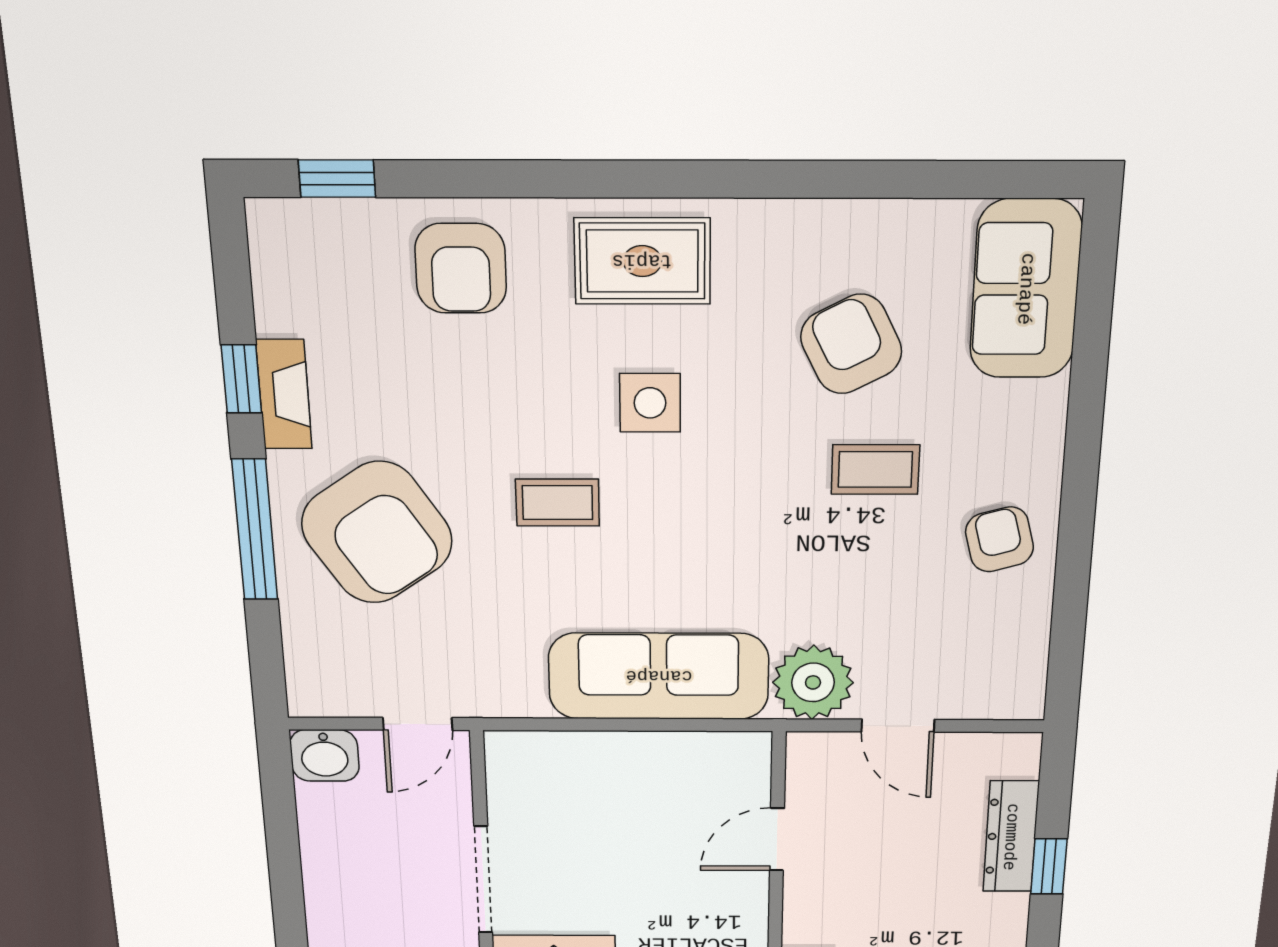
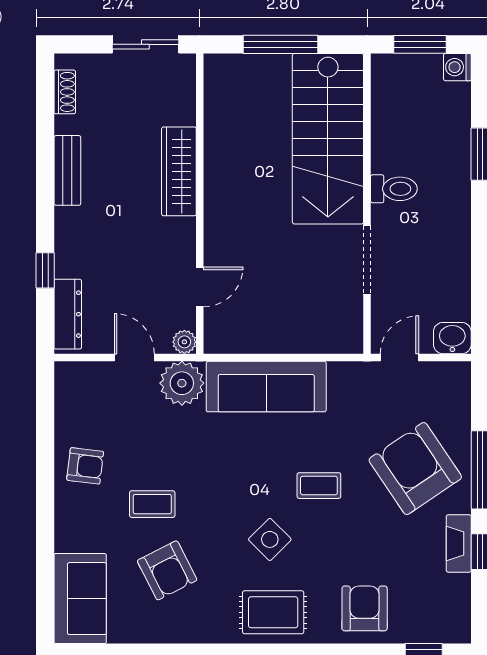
side table: (650, 403) -> (270, 539), turned 45
armchair: (999, 539) -> (85, 466), turned -68
plant: (807, 751) -> (184, 342), added
dresser: (1011, 837) -> (68, 314), moved

